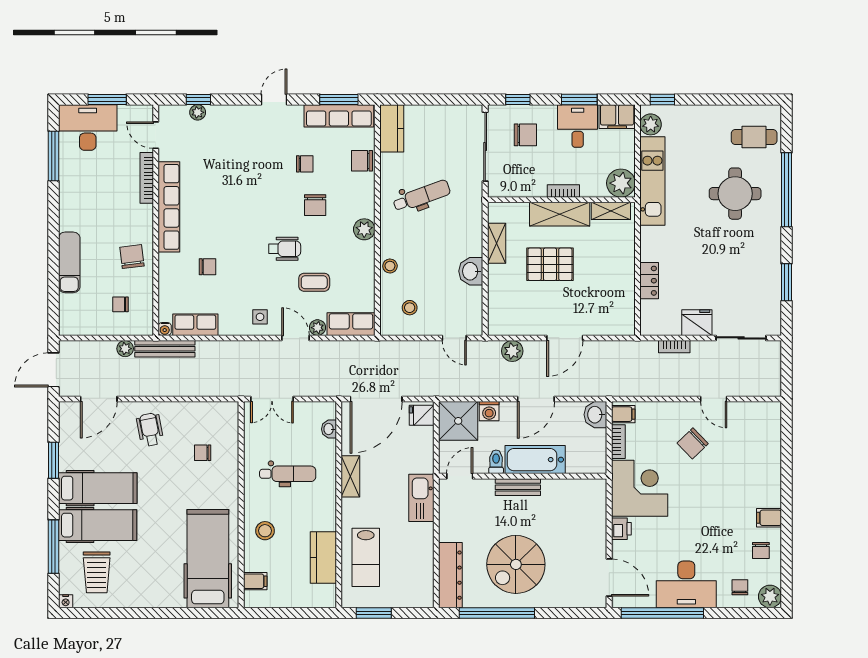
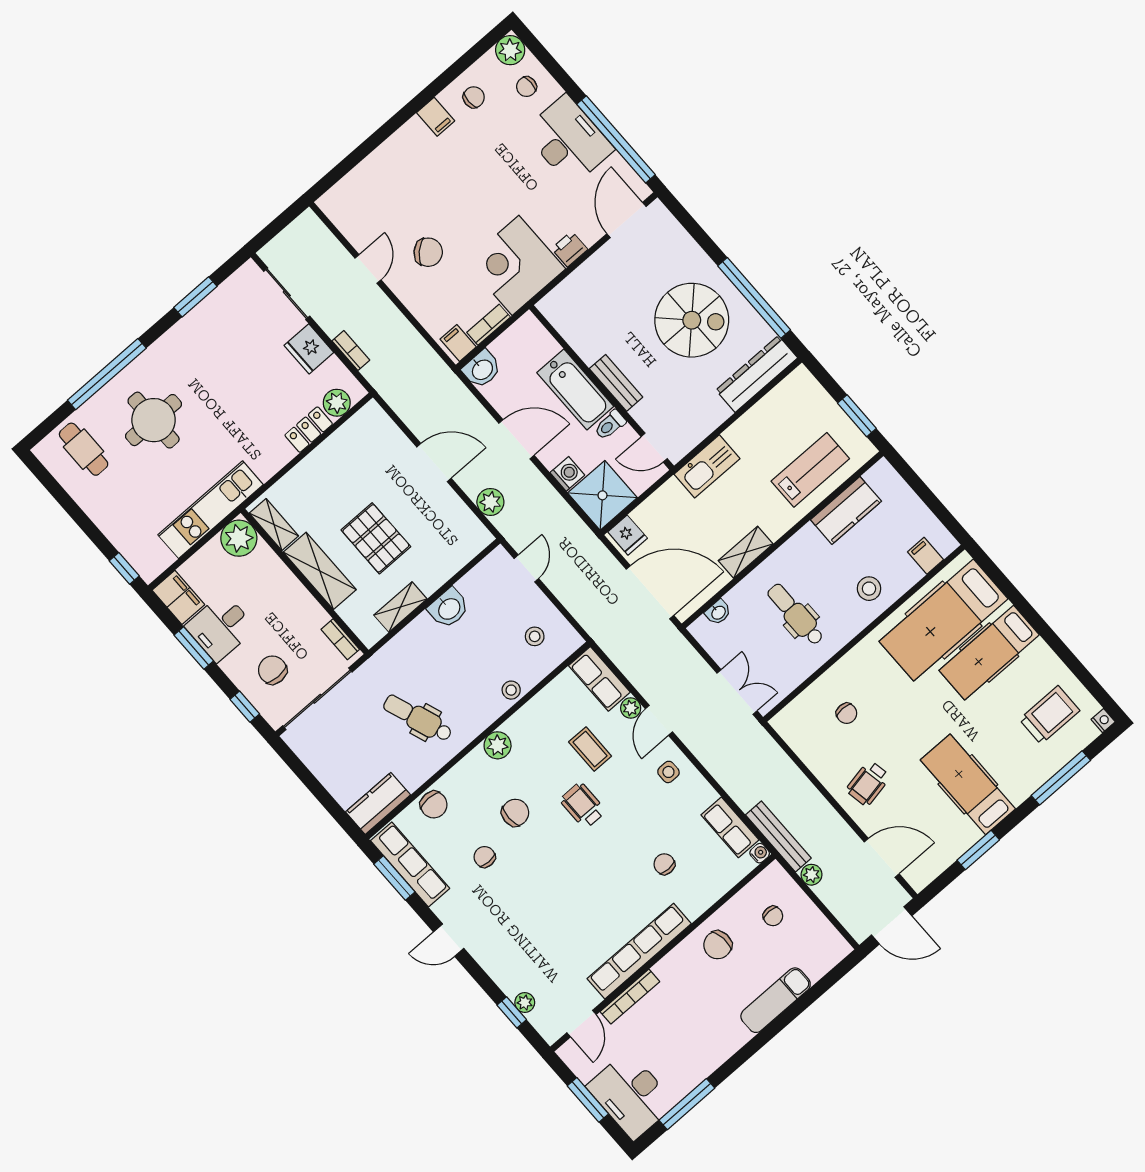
plant: (651, 124) -> (337, 403), moved
bookcase: (563, 191) -> (340, 639), moved
hospital bed: (98, 525) -> (989, 653), moved, turned -90

